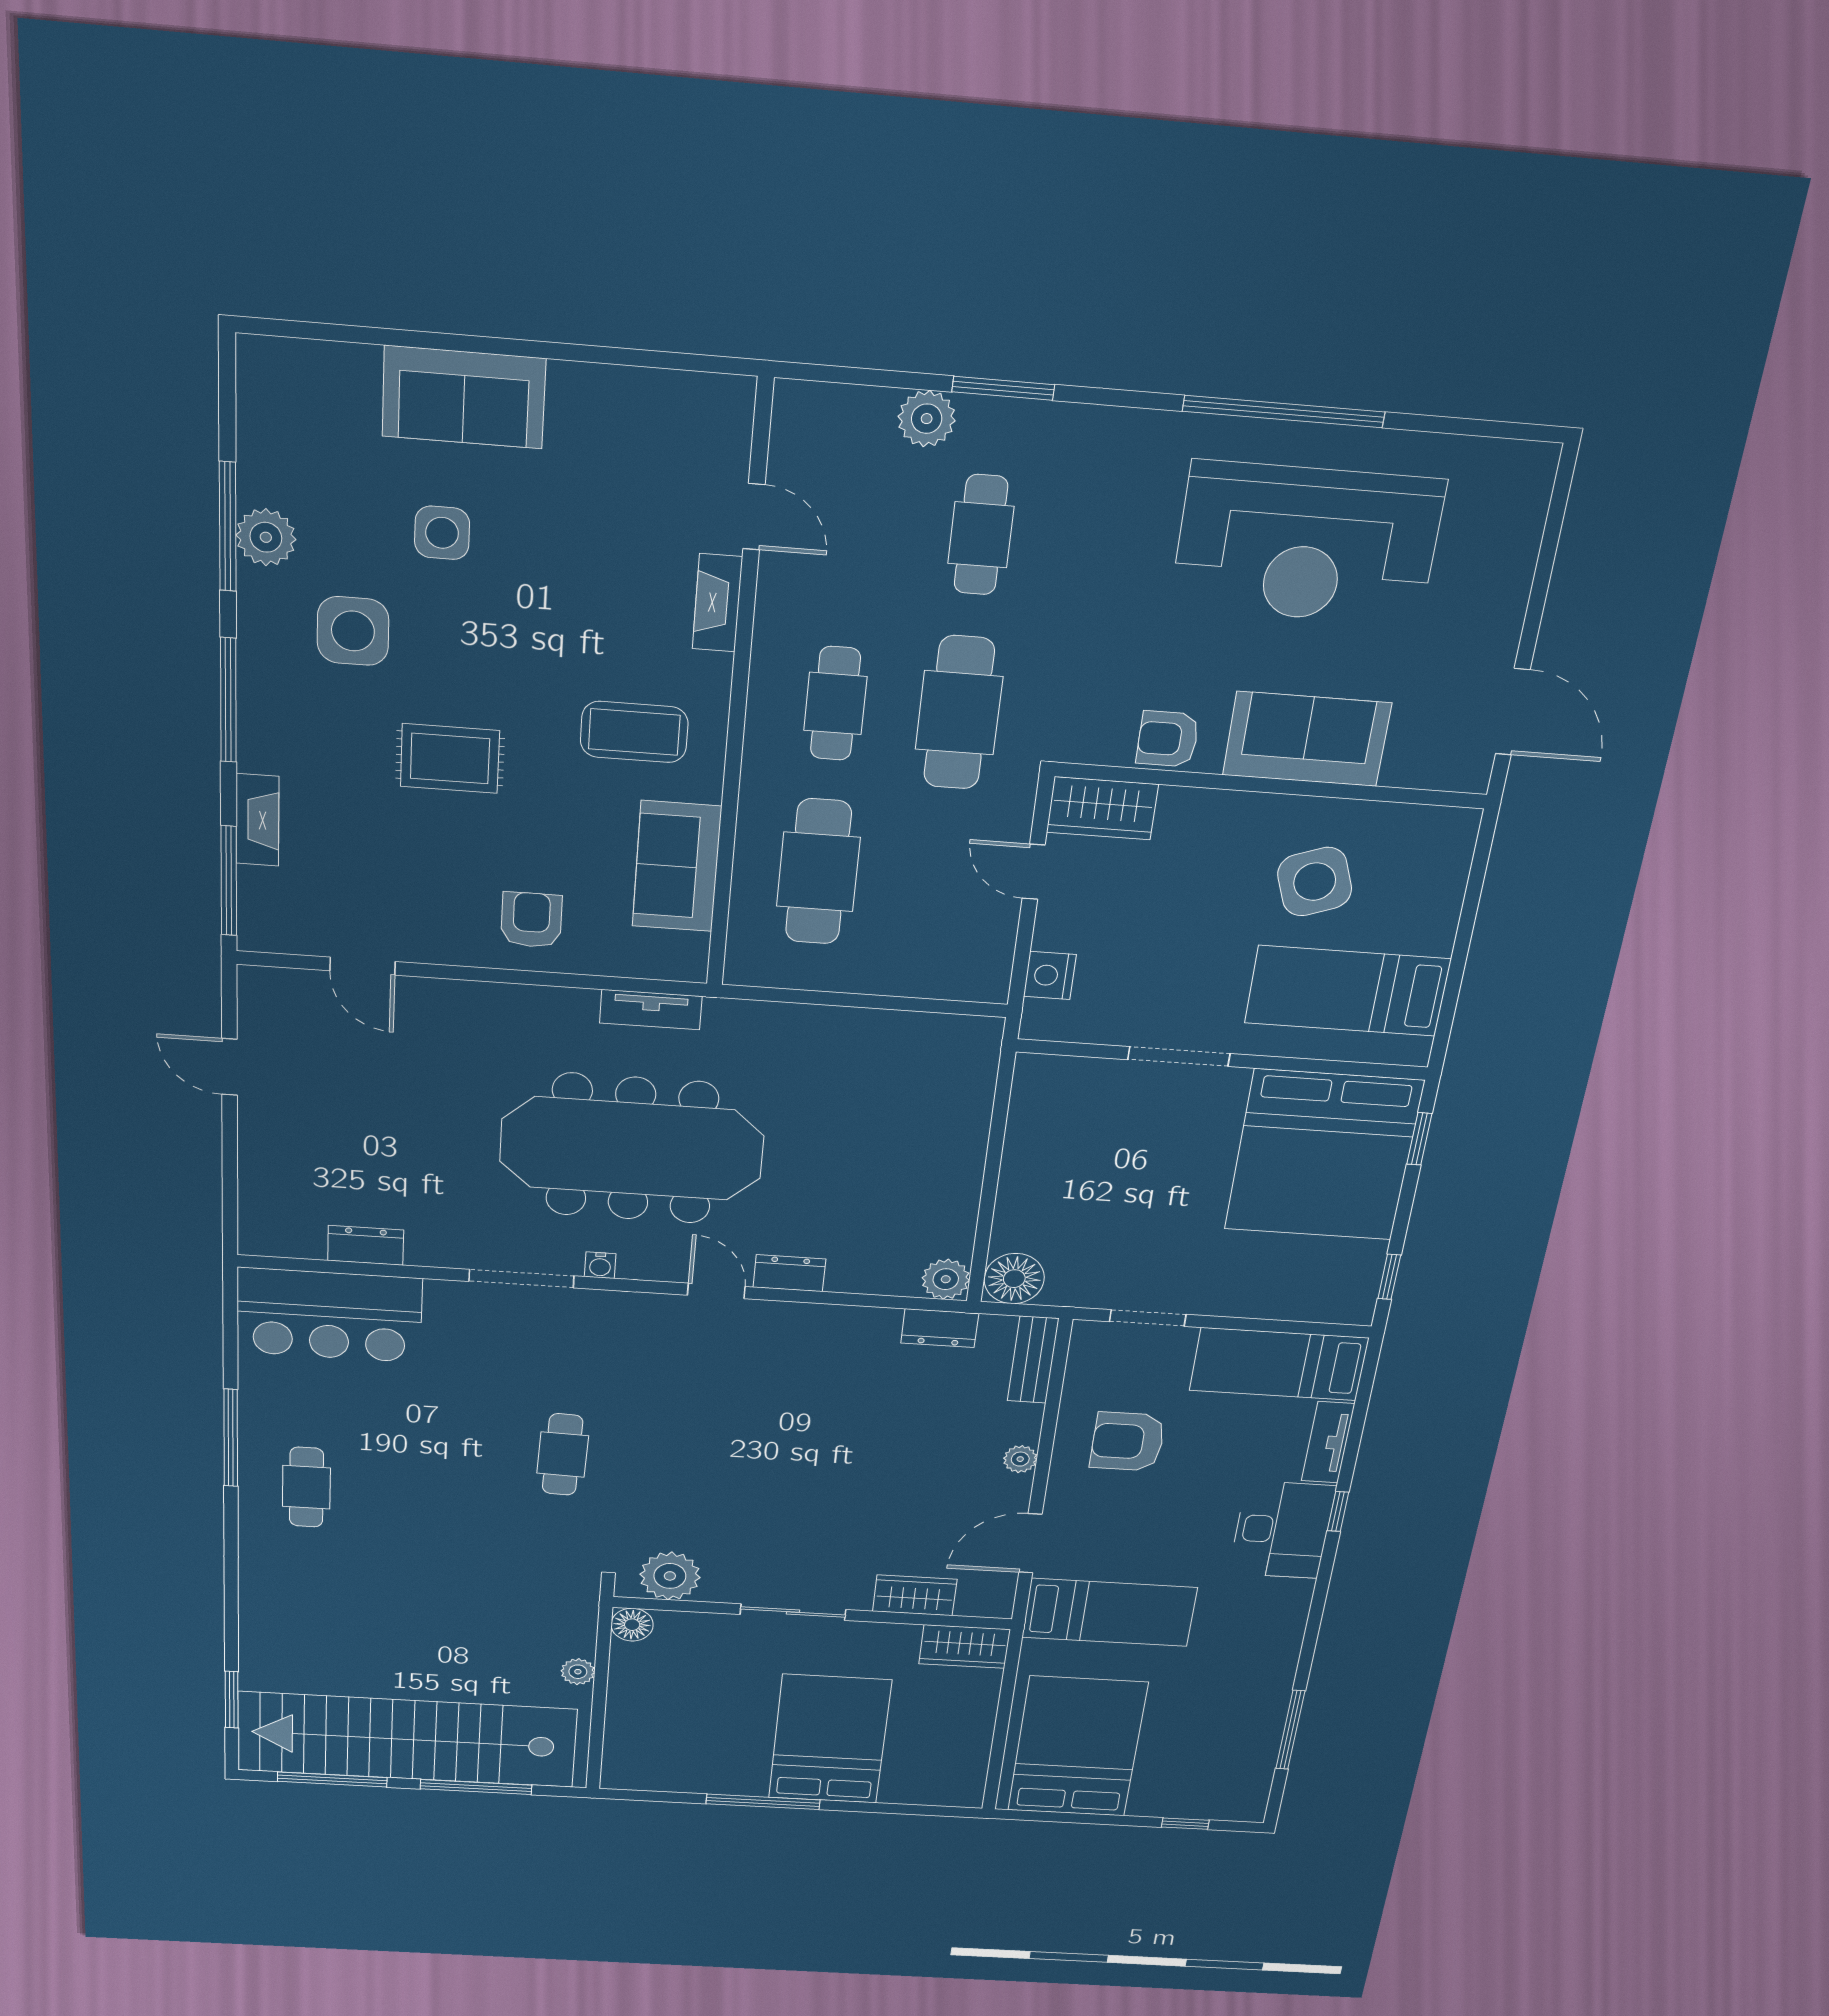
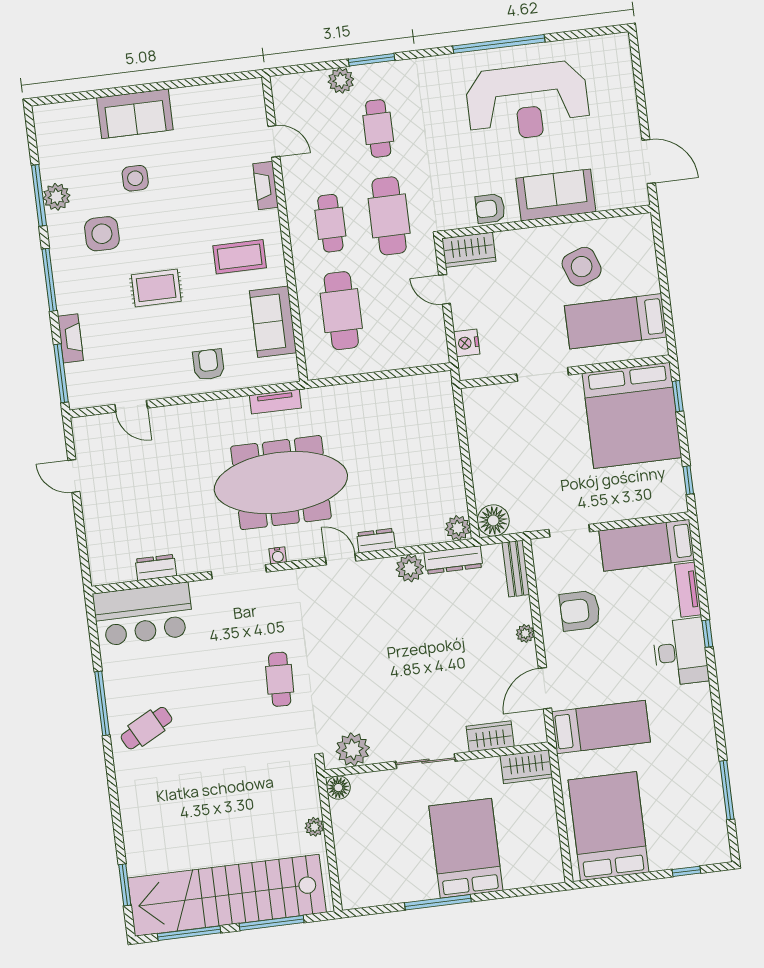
plant: (841, 1327) -> (410, 568), added
dresser: (940, 1328) -> (453, 560), width x1.44
cafe table: (306, 1487) -> (146, 728), turned 62

